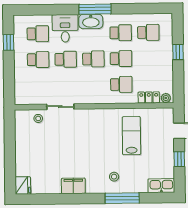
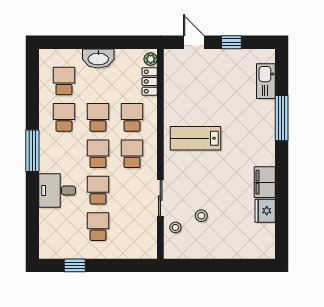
washbasin: (91, 21) -> (98, 58), moved, turned 90
school desk: (38, 34) -> (132, 154), moved
window: (178, 52) -> (90, 42), removed
lab bench: (131, 136) -> (195, 138), moved
stool: (114, 177) -> (201, 216), moved
fridge: (23, 185) -> (265, 211), moved, turned -90
kitchen sink: (161, 186) -> (266, 81), moved

